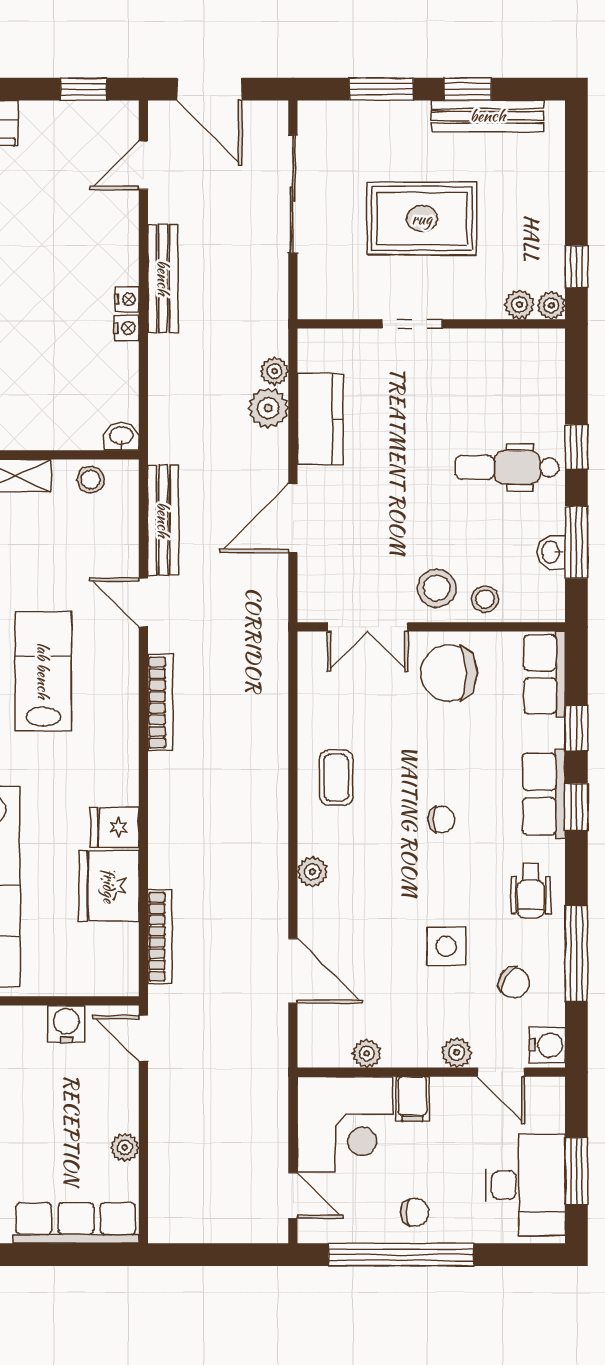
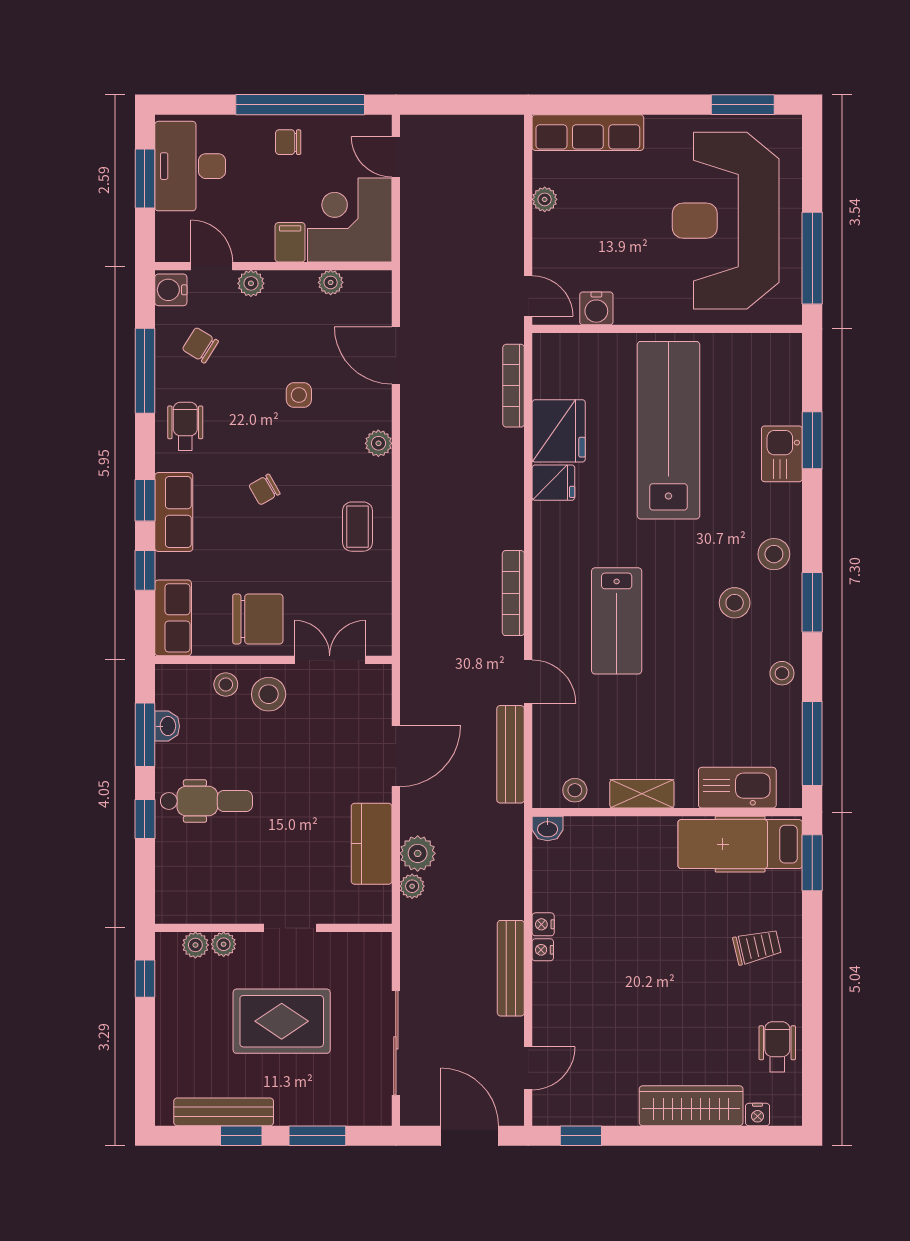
plant: (551, 306) -> (224, 944), moved
chair: (441, 819) -> (264, 490), turned -30
side table: (446, 946) -> (299, 395), moved, width x0.73, depth x0.73

